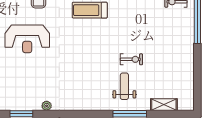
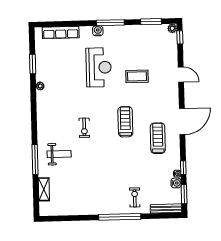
reception desk: (27, 39) -> (99, 67), turned 180
exercise bike: (131, 59) -> (84, 128), moved

